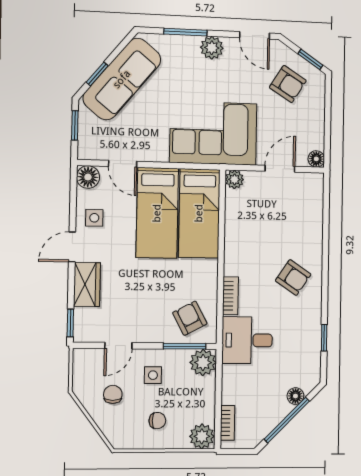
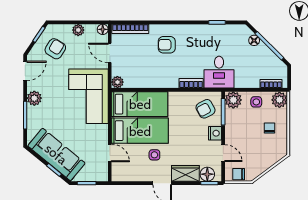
plant: (316, 121) -> (78, 30), added
door: (123, 164) -> (110, 153), hinge flipped
floor lamp: (88, 177) -> (207, 174), moved
bookcase: (316, 202) -> (130, 29), added
side table: (94, 218) -> (154, 155), moved
armchair: (293, 277) -> (167, 45), moved, turned -124
nightstand: (151, 333) -> (215, 133), added
side table: (153, 375) -> (256, 102), moved
chair: (113, 394) -> (239, 174), moved

